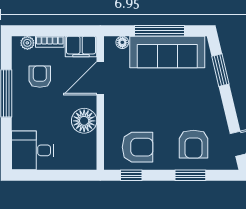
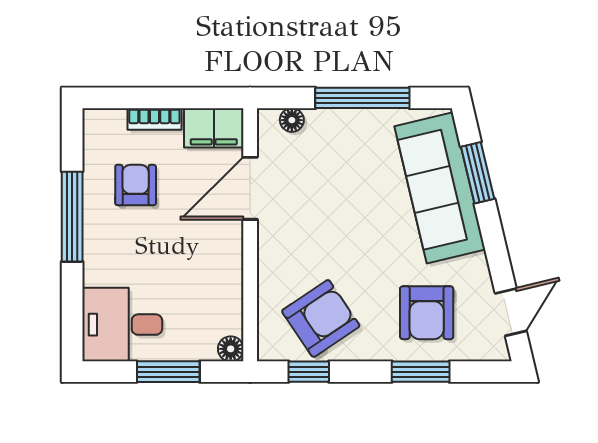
plant: (27, 43) -> (112, 121), removed
sofa: (167, 52) -> (440, 188), moved, turned 77
floor lamp: (84, 121) -> (231, 349), moved, width x0.53, depth x0.53
armchair: (138, 147) -> (321, 318), turned -34
window: (57, 175) -> (168, 372), added

